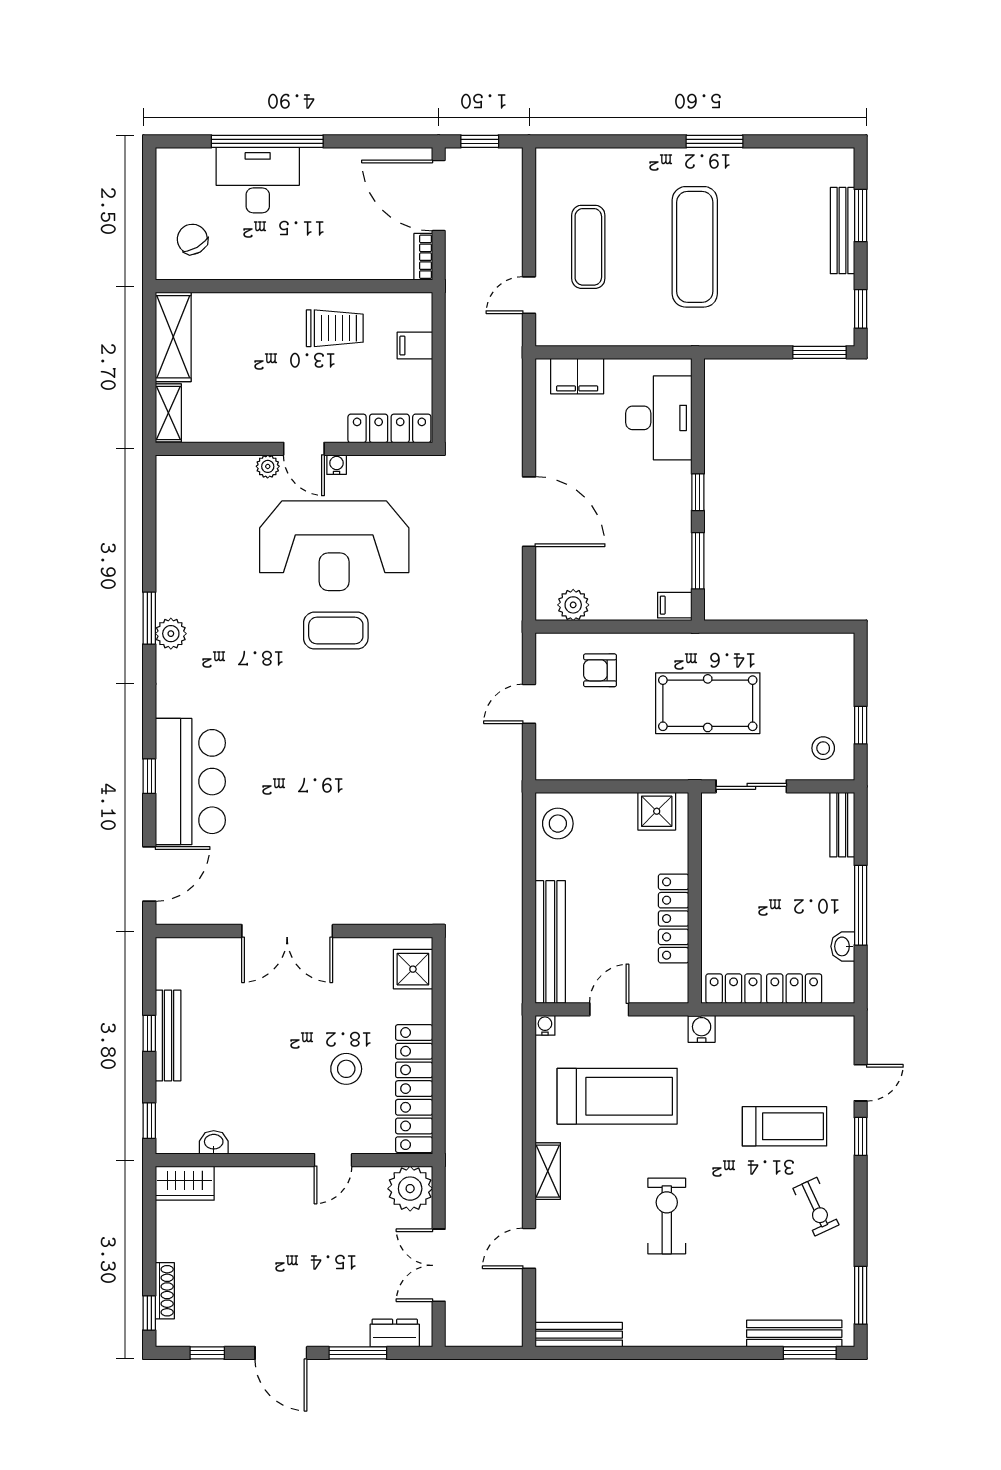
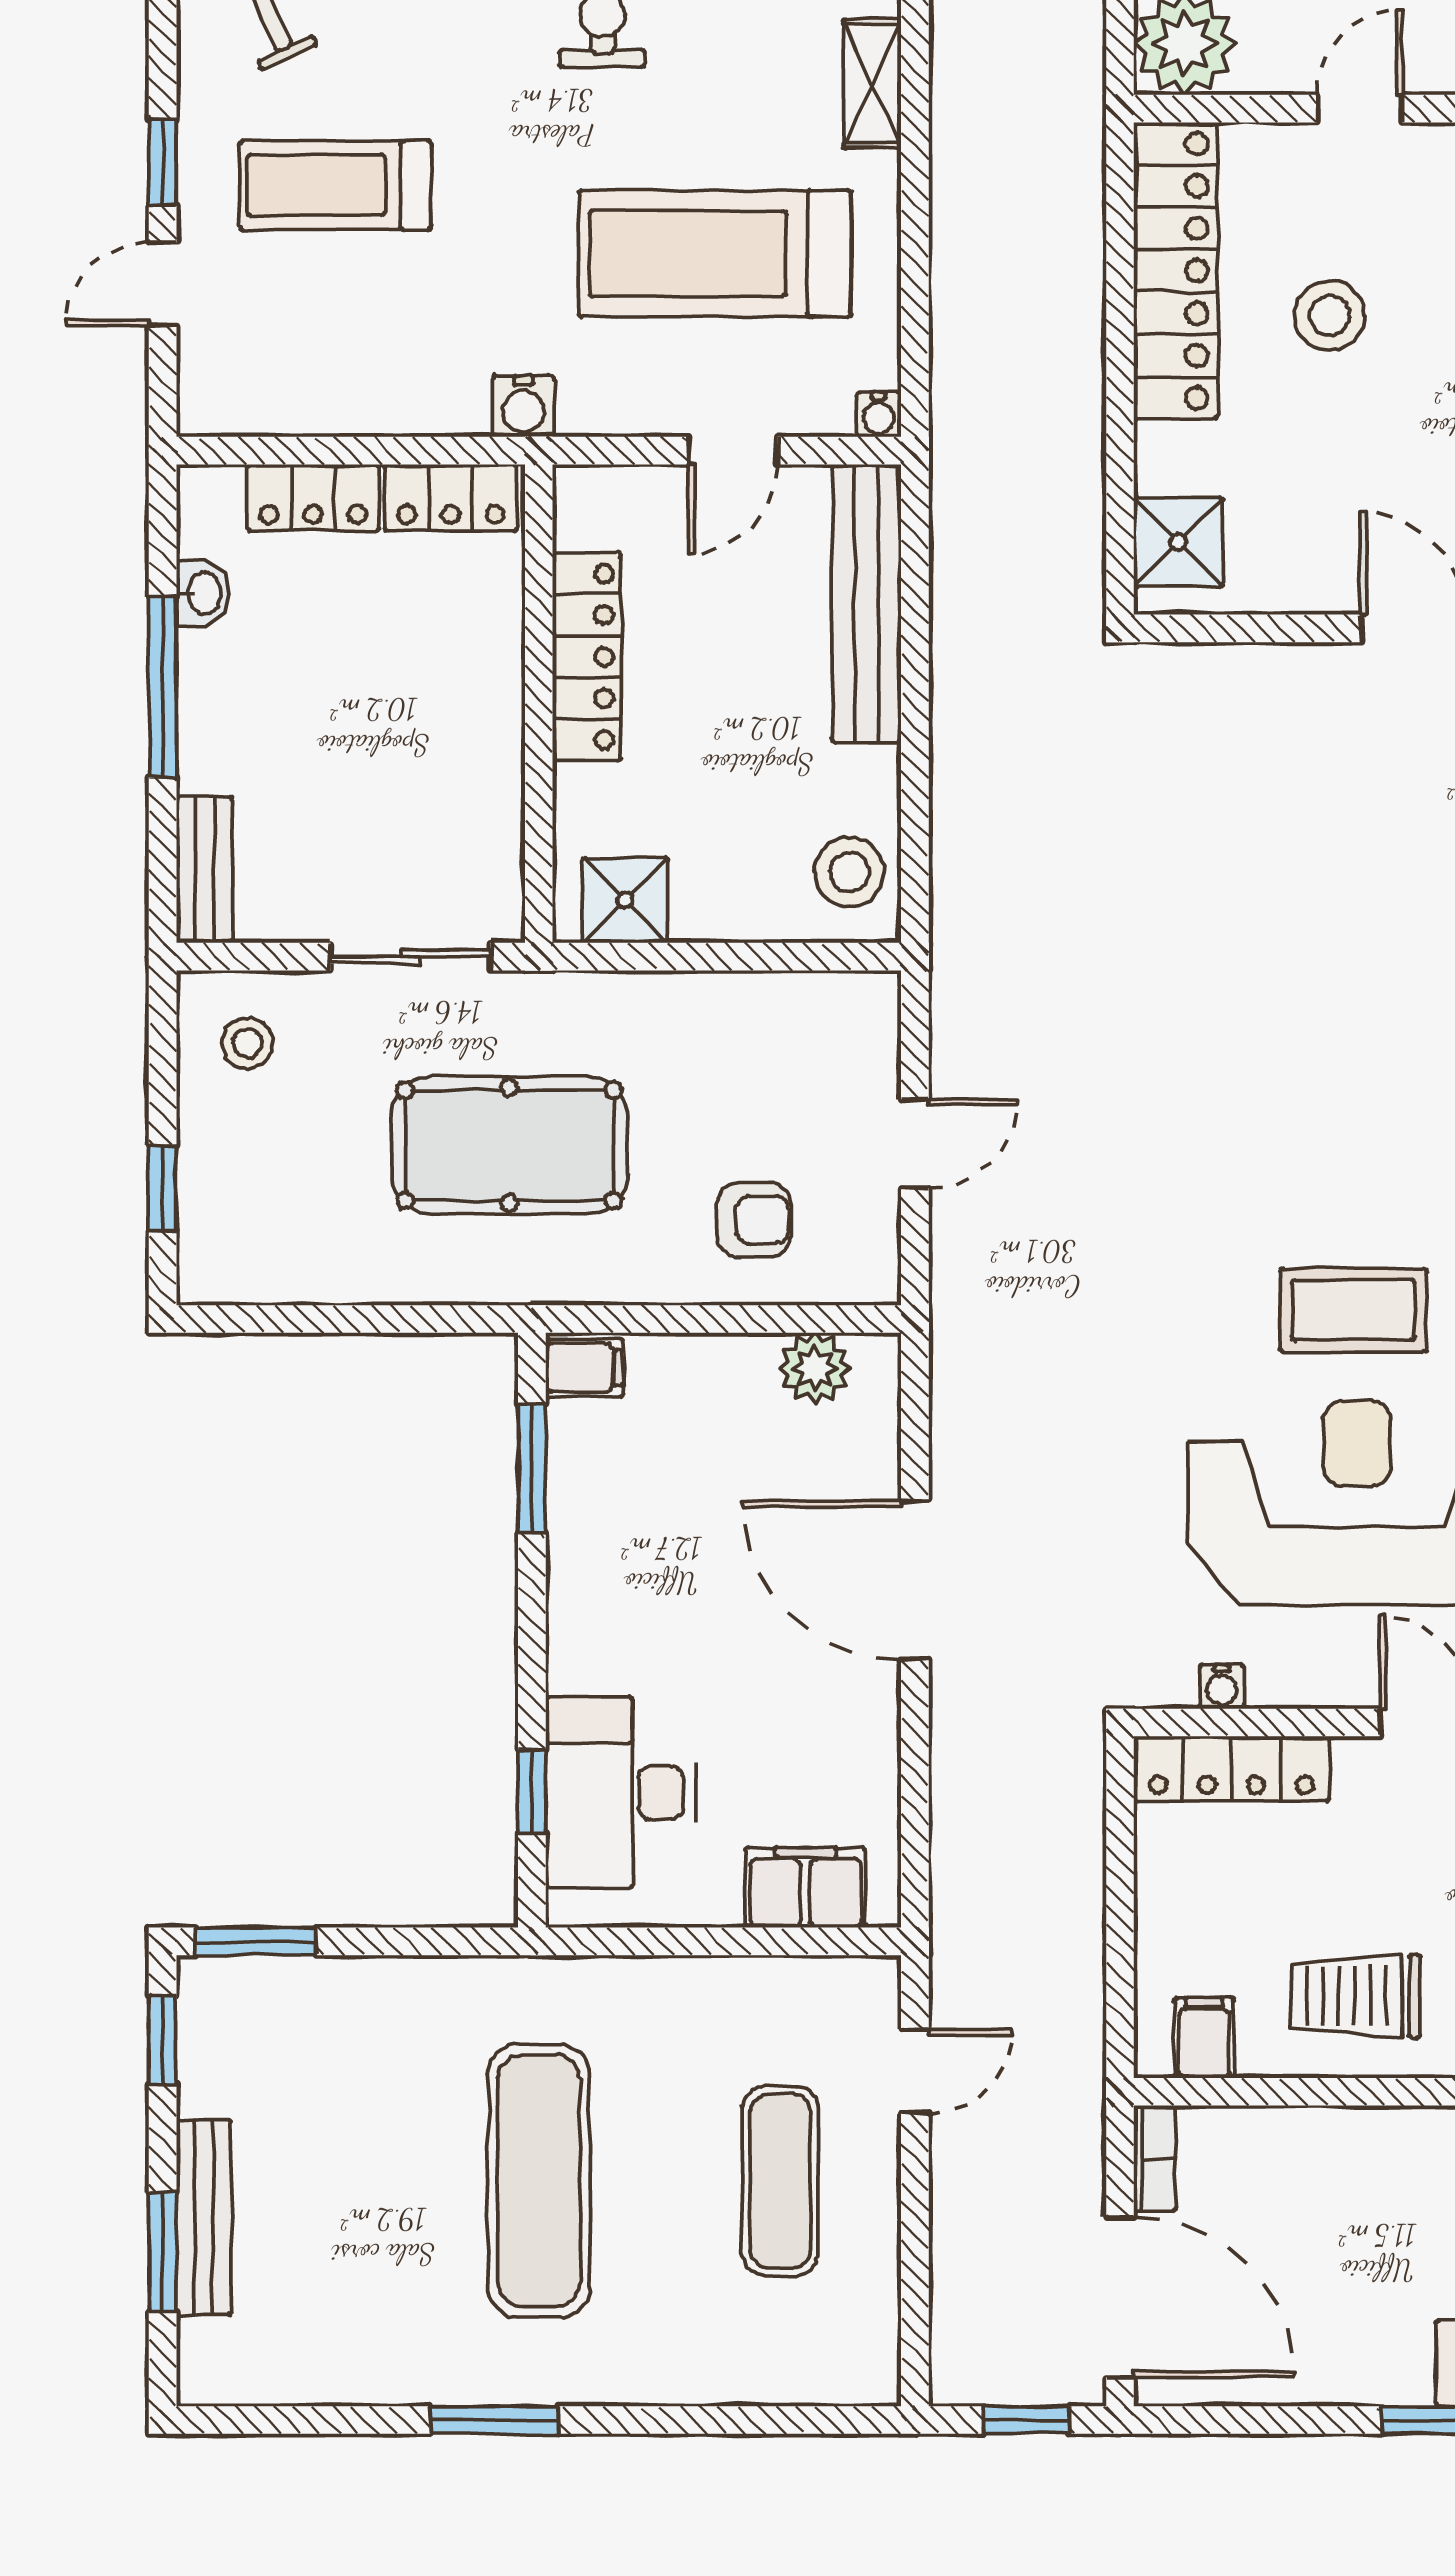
filing cabinet: (415, 346) -> (1204, 2038), moved, turned -90
water cooler: (337, 465) -> (1222, 1687), moved
window: (698, 492) -> (532, 1792), moved
window: (861, 725) -> (163, 1188), moved

